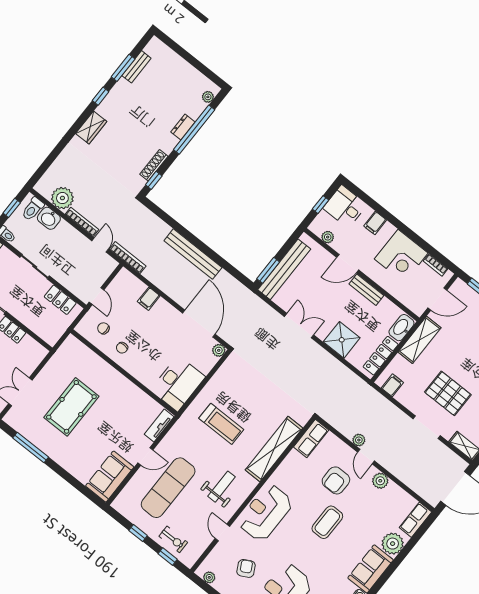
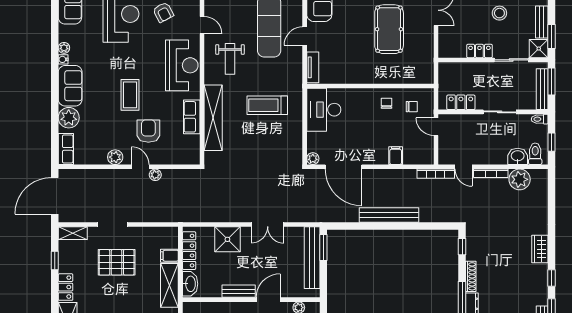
shoe rack: (154, 165) -> (471, 276), moved
filing cabinet: (392, 385) -> (169, 256), moved, turned 90
row of seats: (311, 438) -> (192, 117), moved

